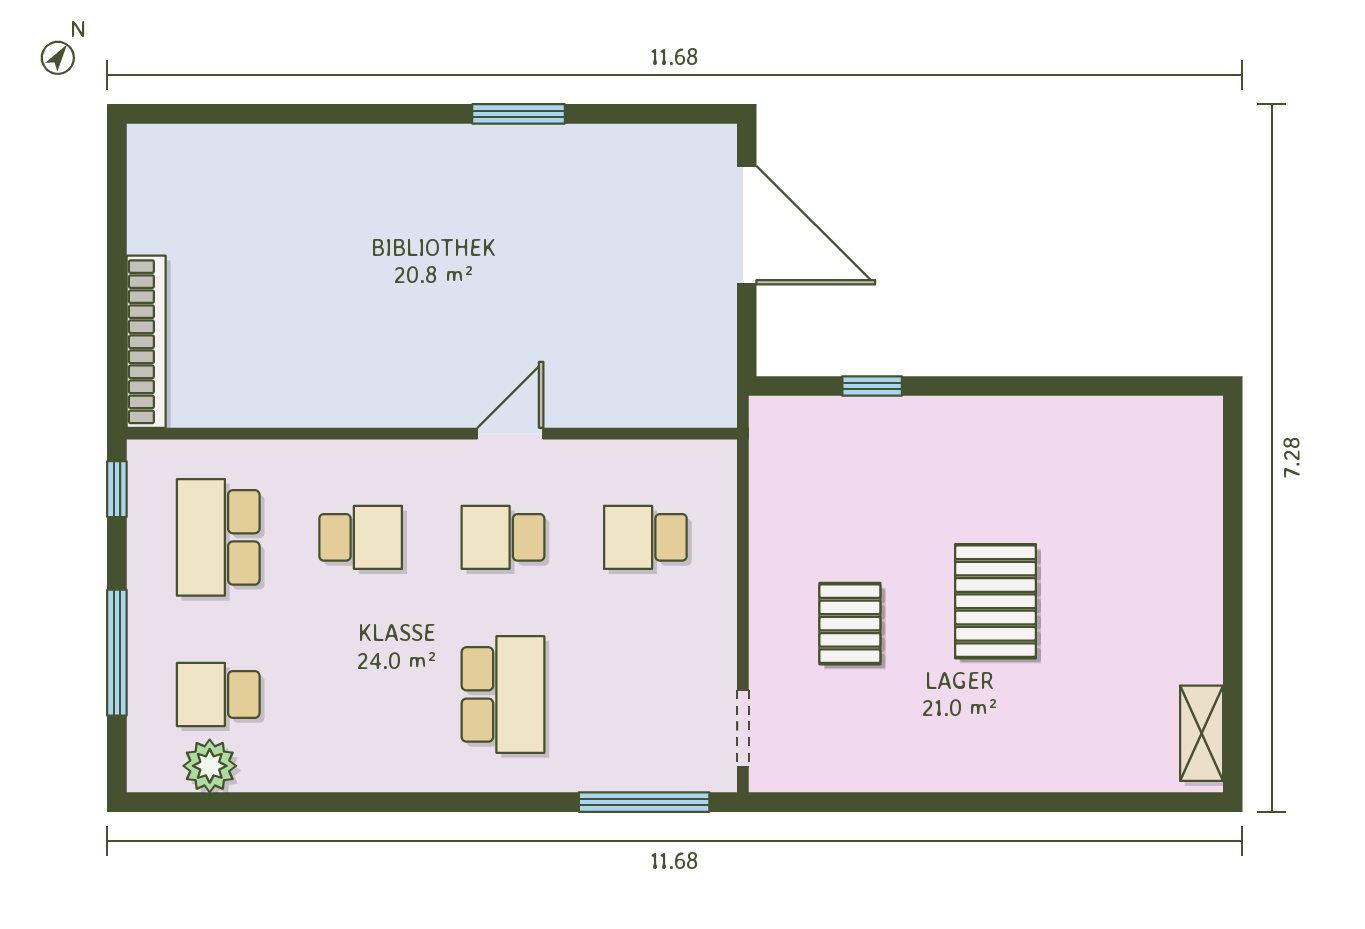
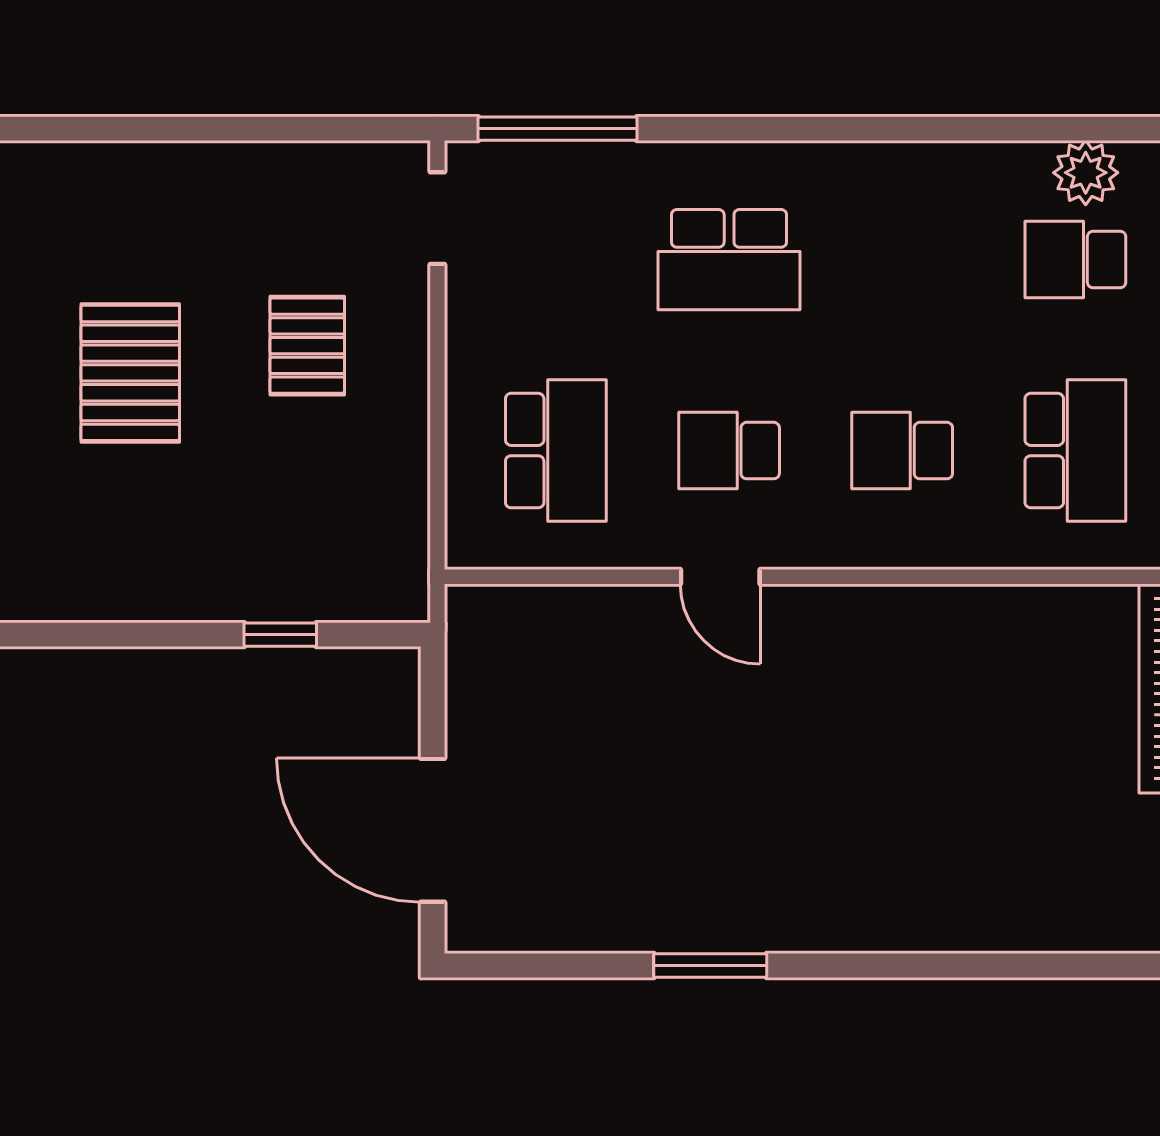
door: (510, 434) -> (720, 577), hinge flipped
school desk: (503, 537) -> (729, 451), turned 180
school desk: (645, 537) -> (556, 451), width x1.85
school desk: (218, 694) -> (1075, 260), turned 180
school desk: (503, 694) -> (729, 260), turned -90

